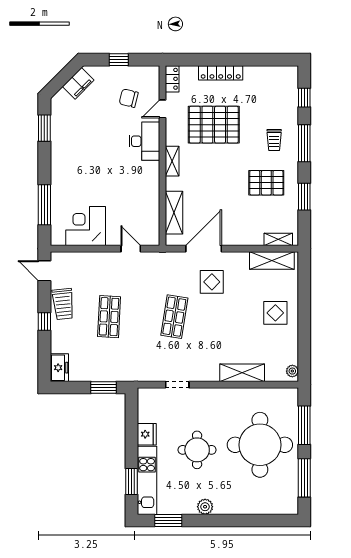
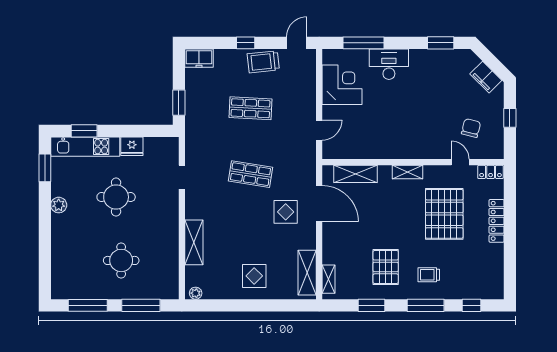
desk: (144, 141) -> (389, 64), moved, turned 180
round table: (260, 445) -> (121, 260), width x0.54, depth x0.54

